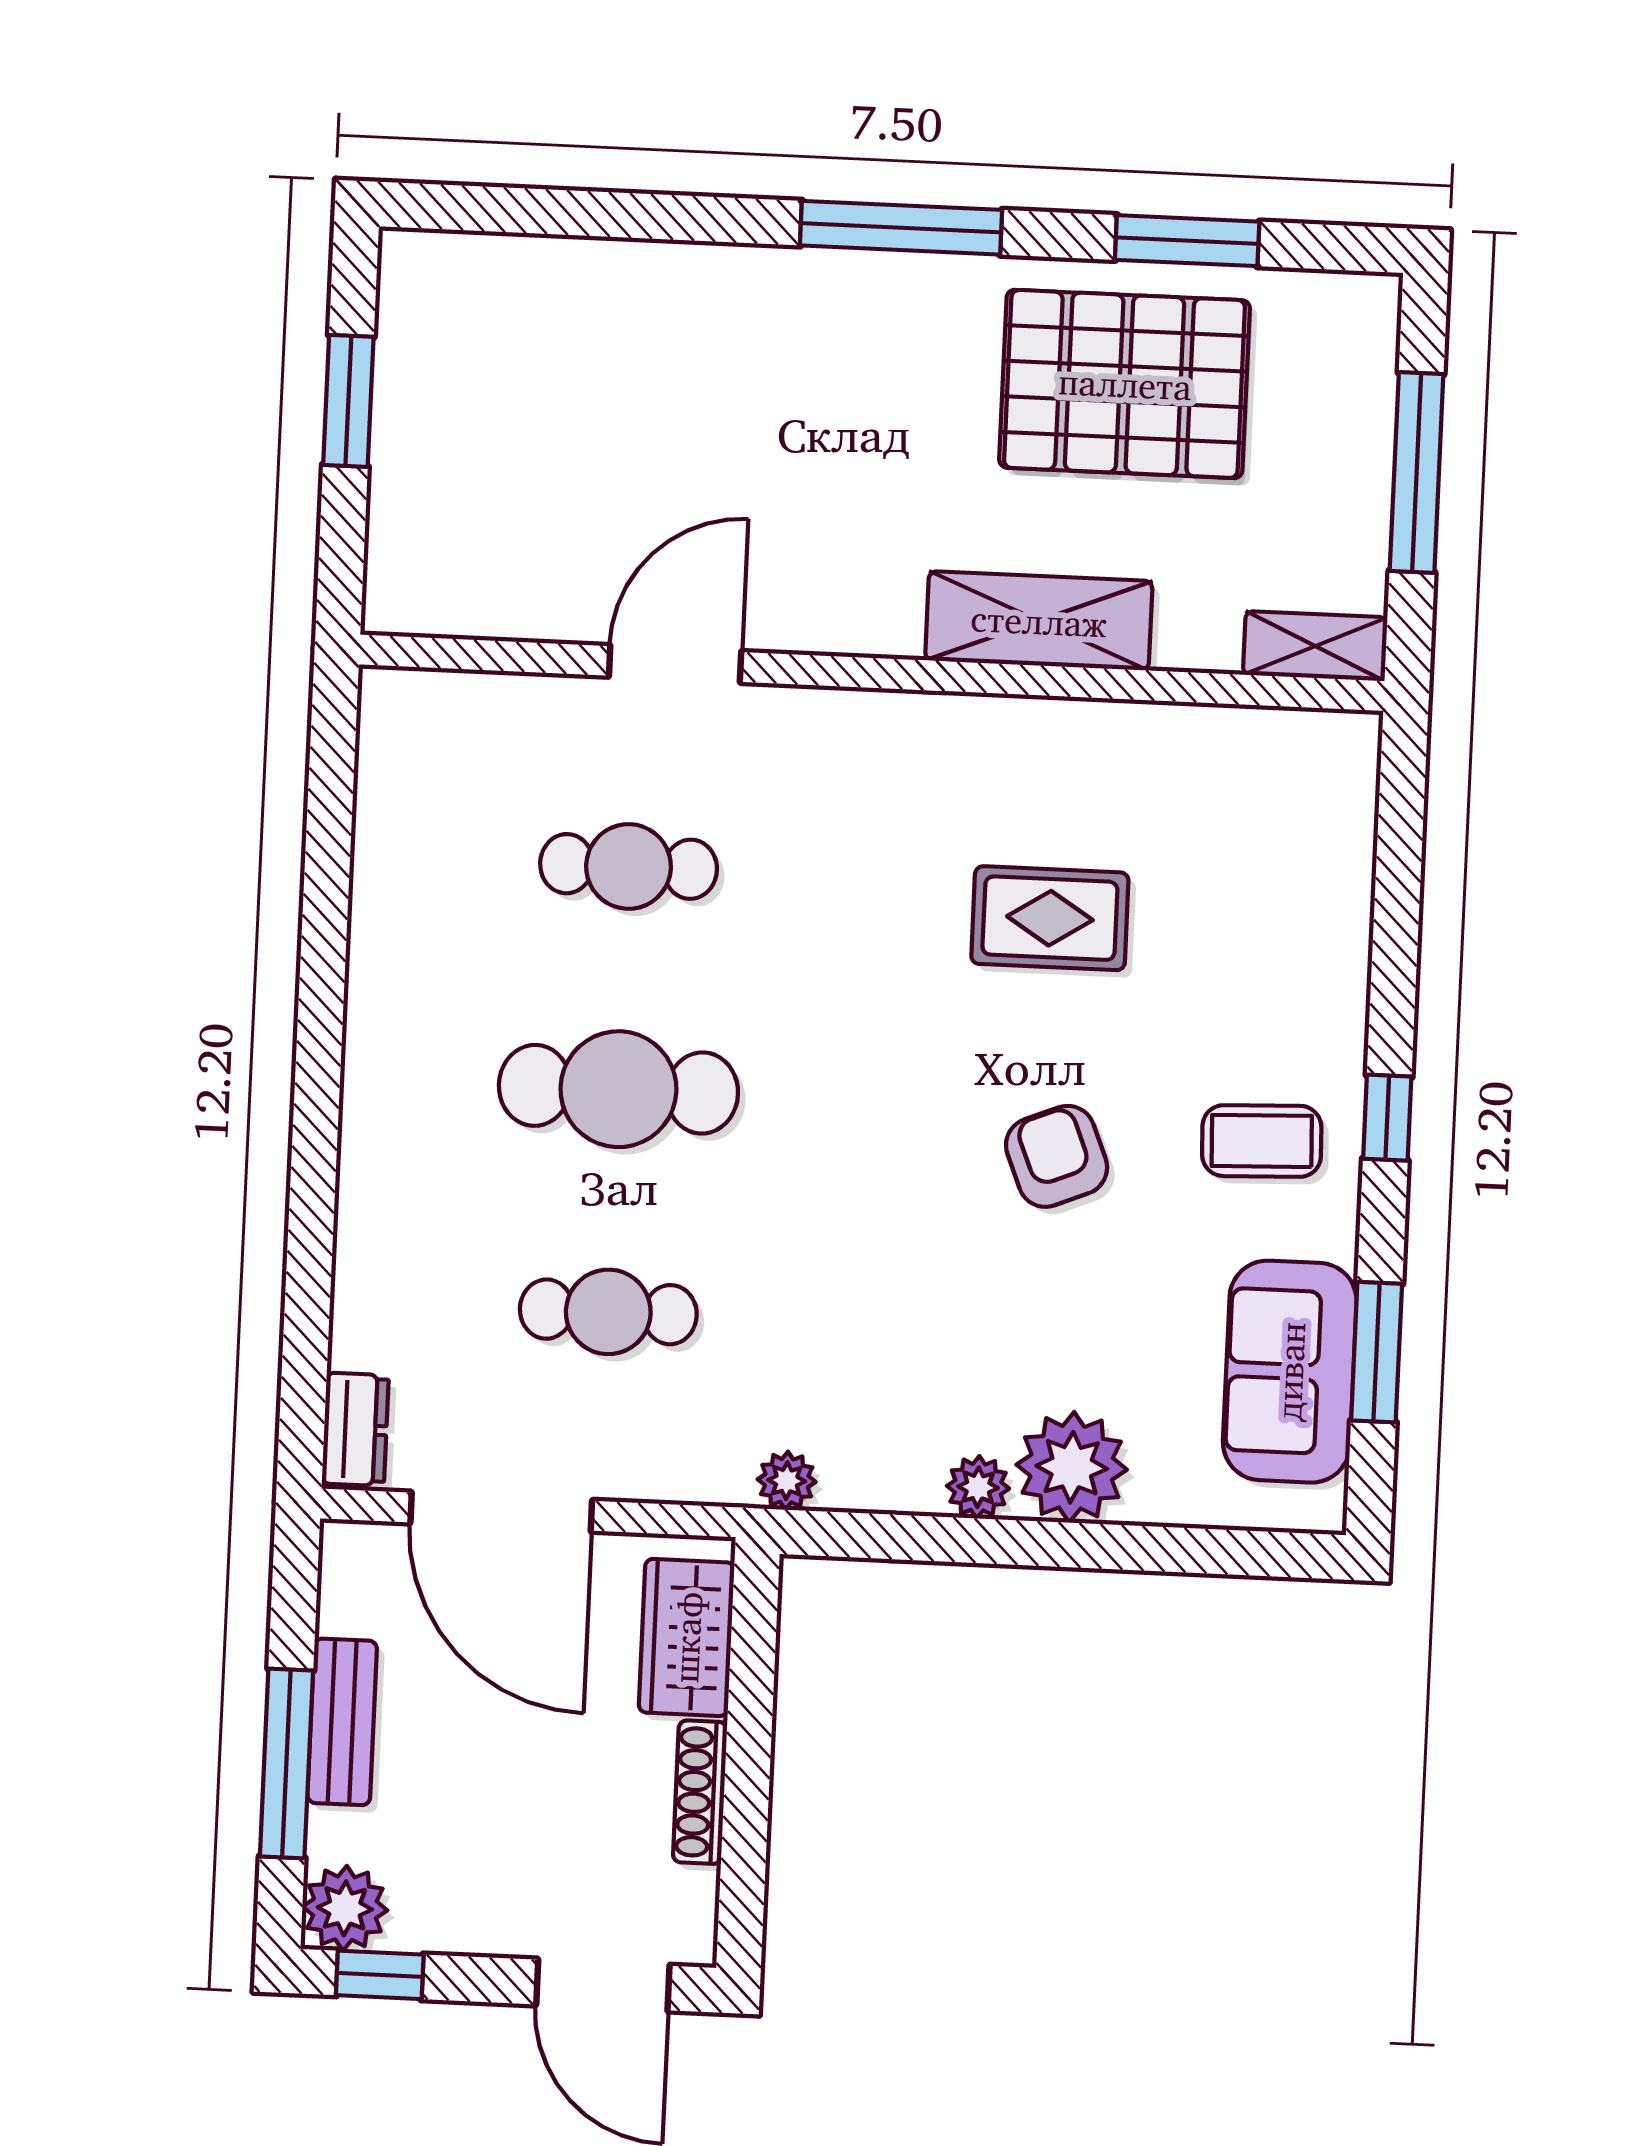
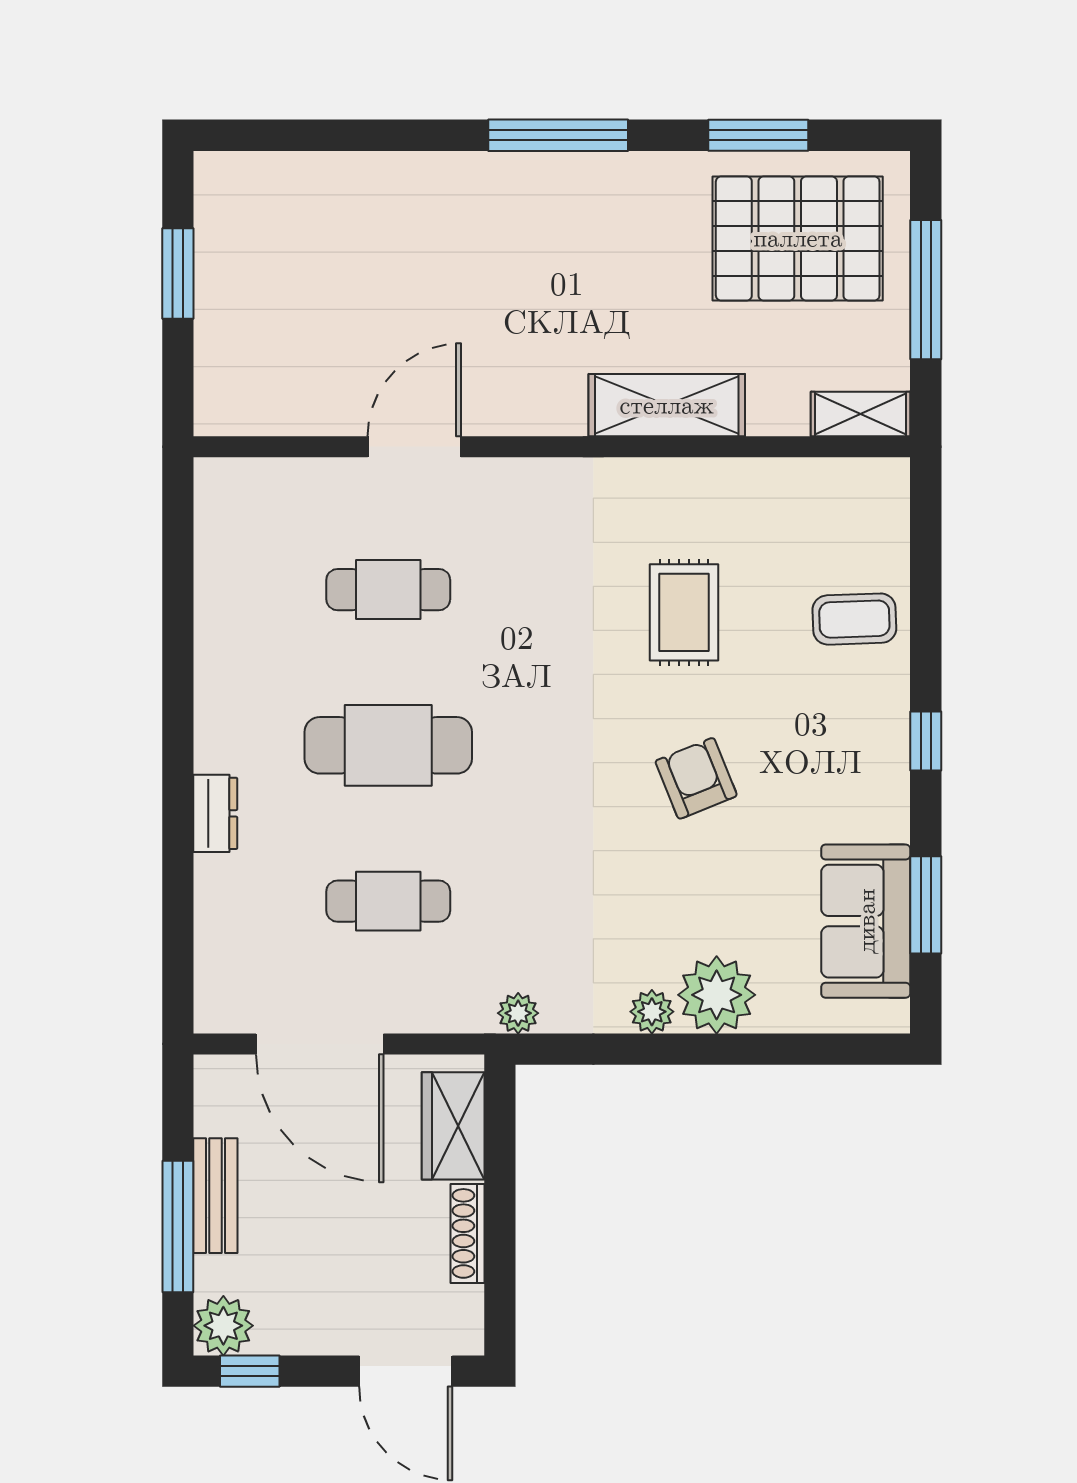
pallet: (1125, 384) -> (798, 238), moved
rug: (1050, 918) -> (684, 612), turned 90
coffee table: (1262, 1141) -> (854, 619), moved
dresser: (355, 1429) -> (215, 813), moved

